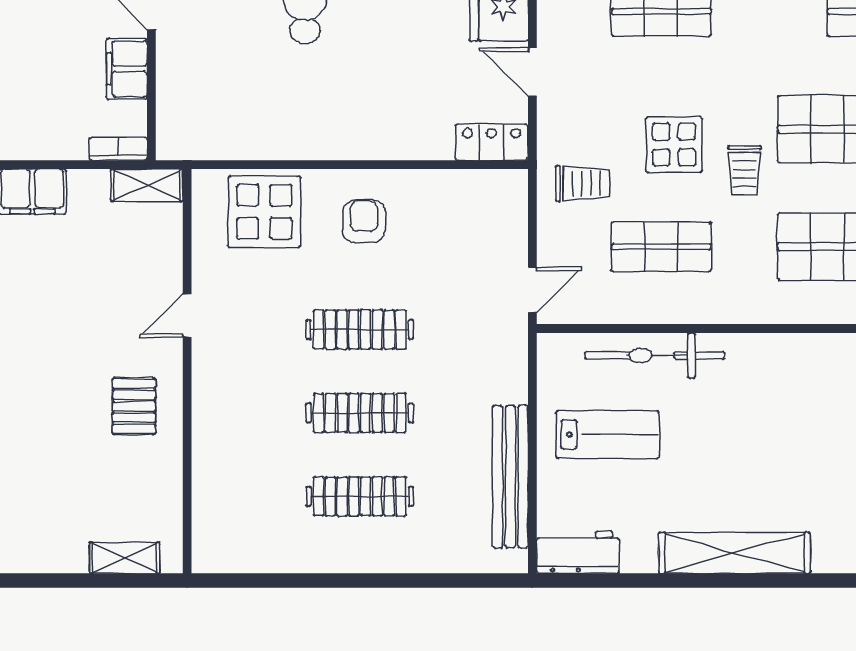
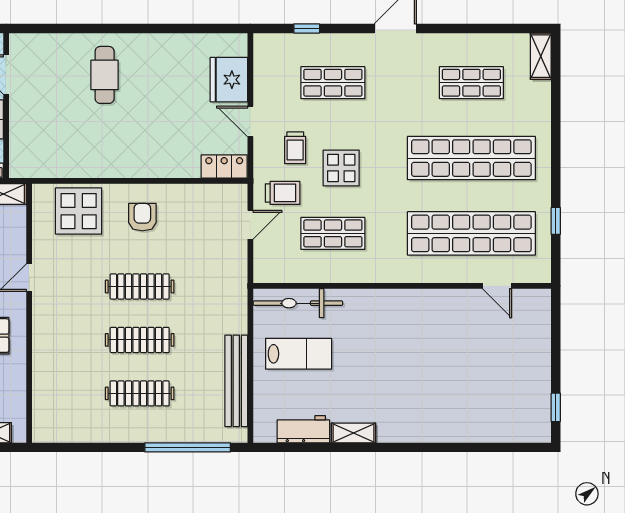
trolley: (744, 170) -> (295, 148), moved
door: (532, 290) -> (250, 225), moved
bicycle: (654, 355) -> (298, 303), moved
workbench: (578, 552) -> (303, 429), moved
shelving: (735, 553) -> (354, 433), width x0.45, depth x0.75
window: (434, 581) -> (188, 447), added

